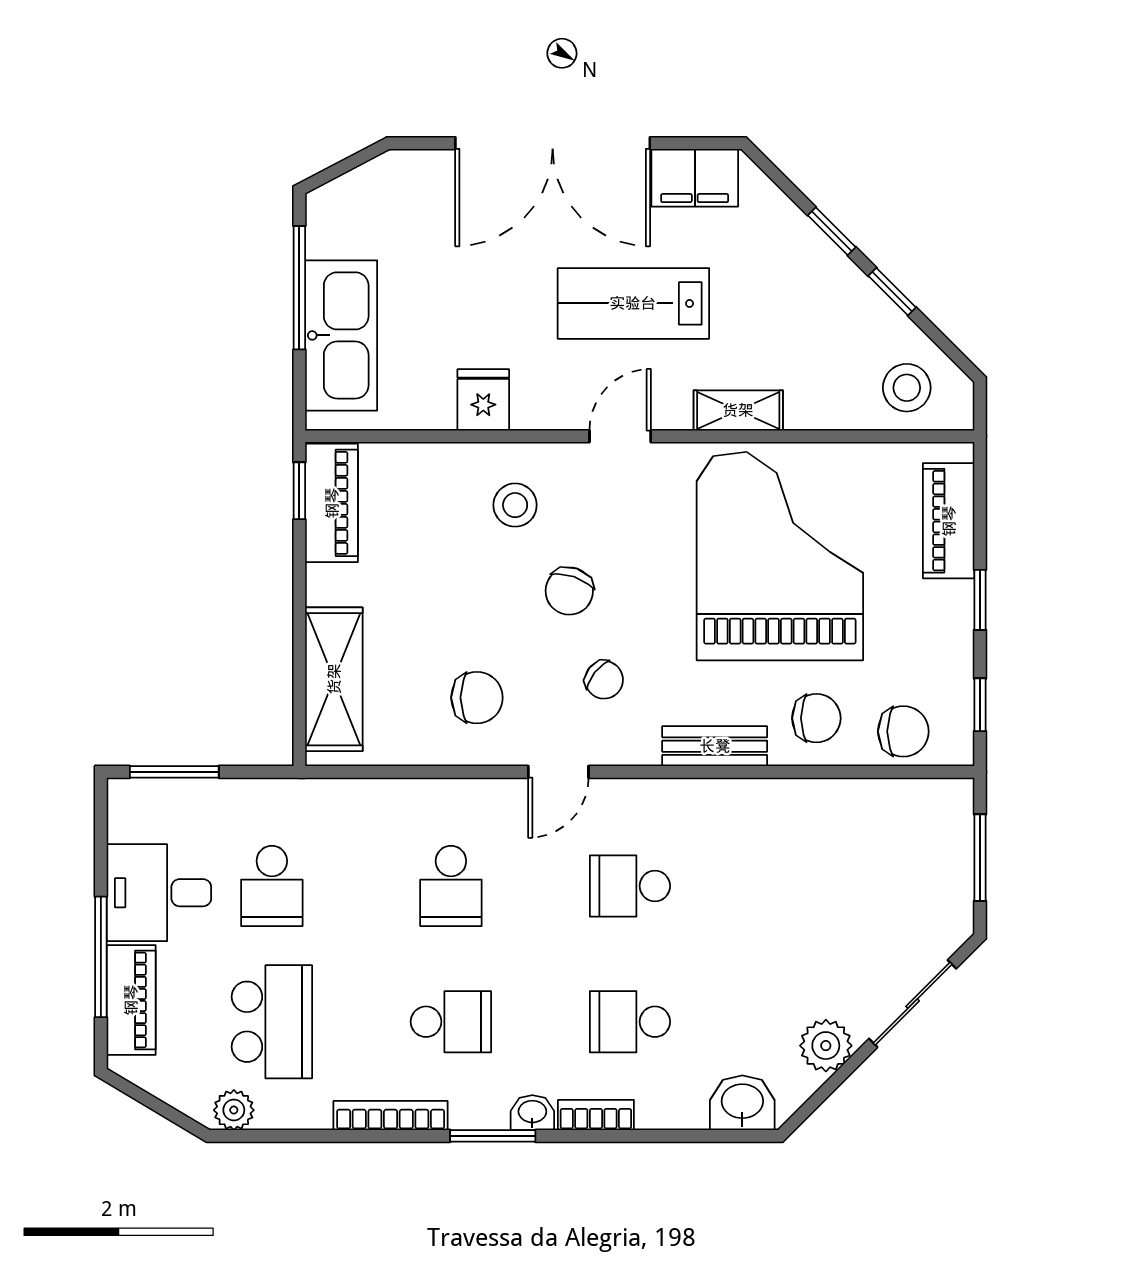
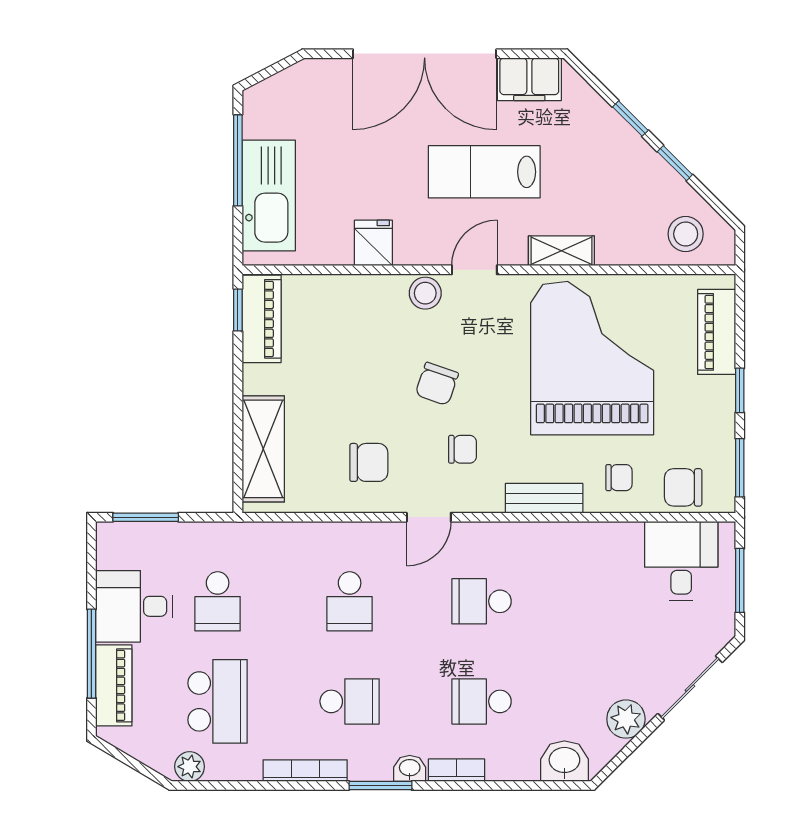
stool: (515, 505) -> (425, 293), moved
chair: (604, 680) -> (463, 449), turned -38
window: (980, 705) -> (740, 468), width x1.50
chair: (816, 718) -> (619, 478), width x0.73, depth x0.73
chair: (903, 731) -> (683, 487), turned 180
desk: (901, 831) -> (681, 561), added

